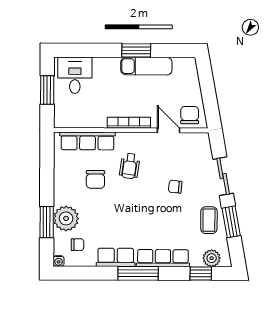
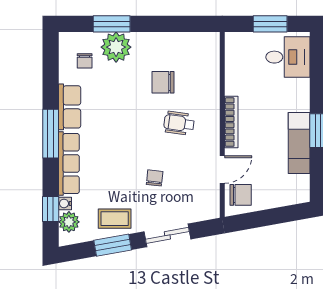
row of seats: (88, 141) -> (209, 73), removed
water cooler: (59, 261) -> (65, 203), moved

